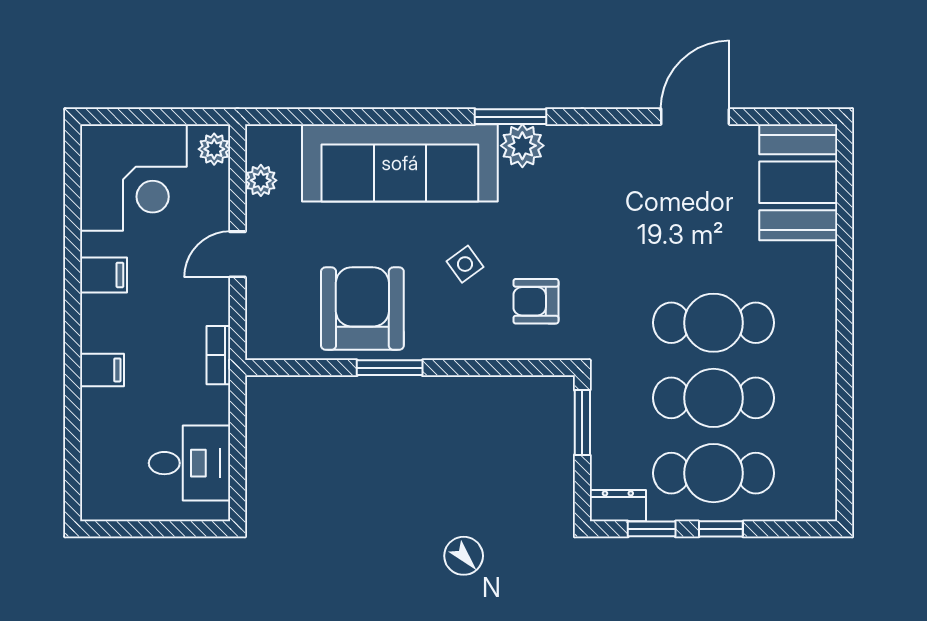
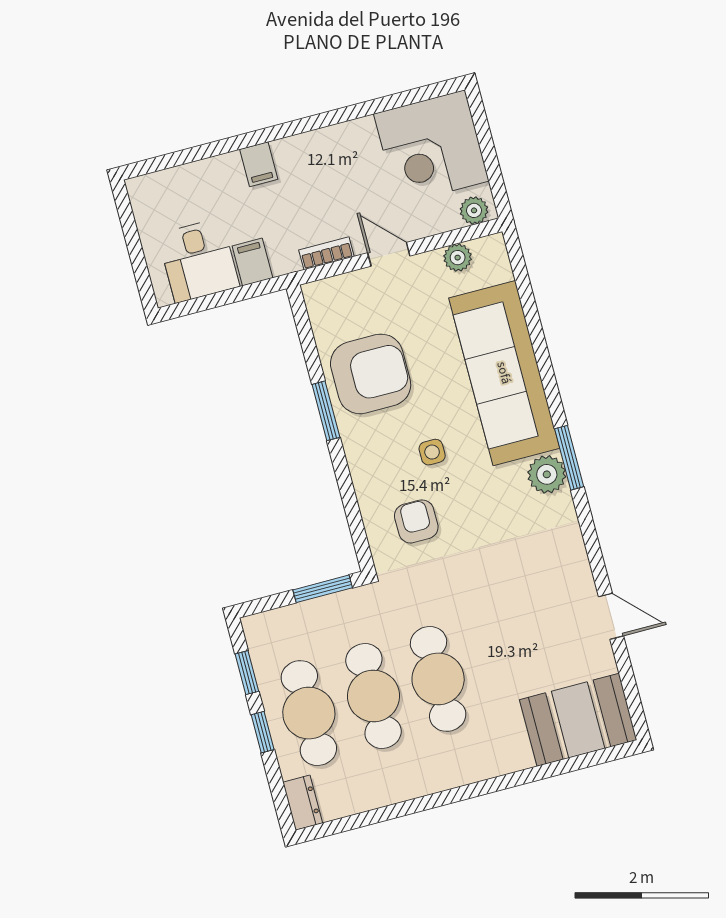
door: (695, 117) -> (611, 616), width x0.73
side table: (465, 264) -> (432, 452), turned 36
filing cabinet: (104, 275) -> (252, 262), moved, turned 180
bookcase: (218, 355) -> (326, 253), moved
dresser: (618, 506) -> (303, 803), moved

